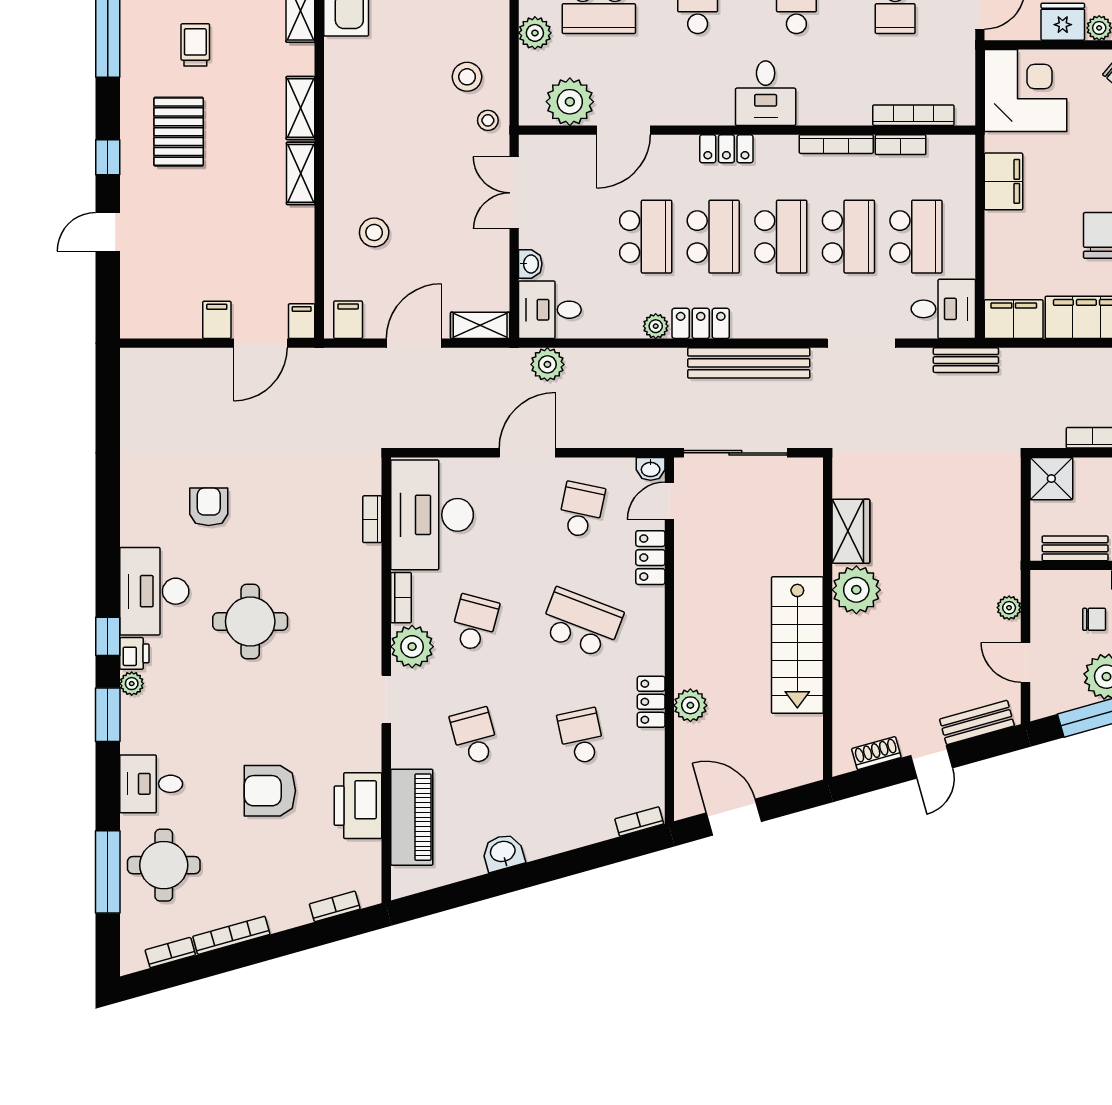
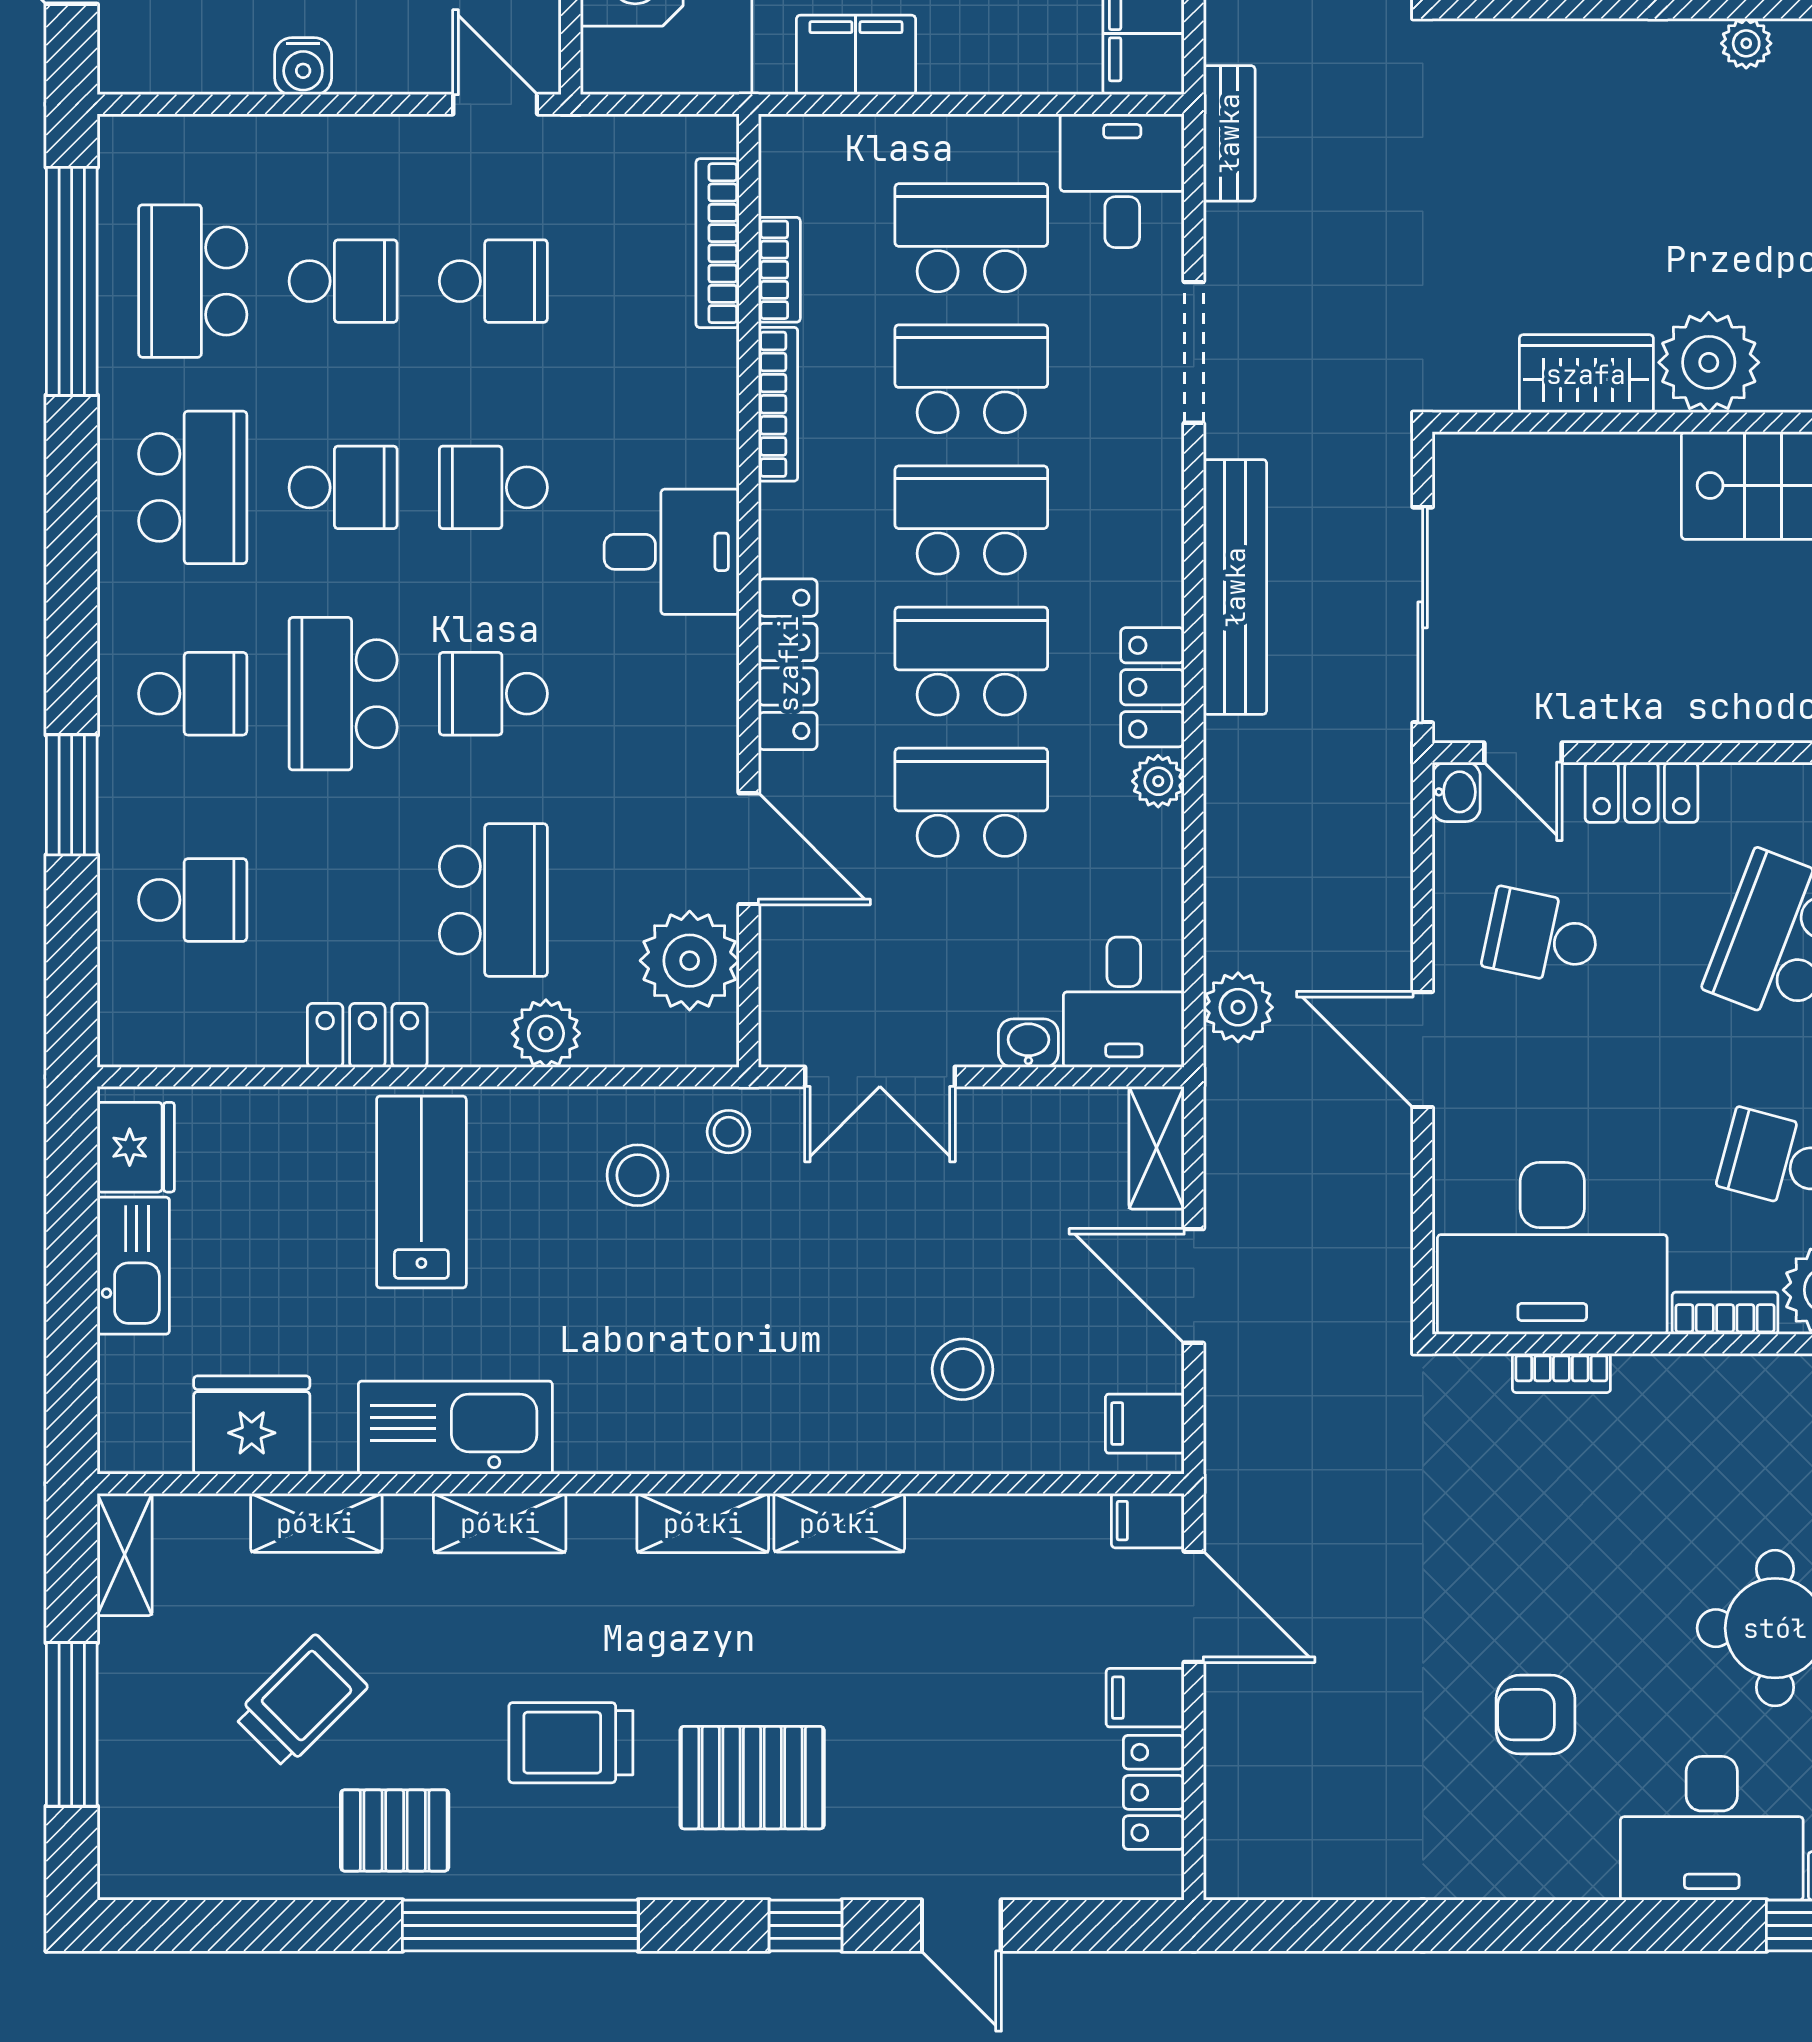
trolley: (195, 45) -> (571, 1743), width x1.36, depth x1.39
locker: (726, 149) -> (788, 664), width x1.53
locker: (171, 324) -> (1154, 1792), added

